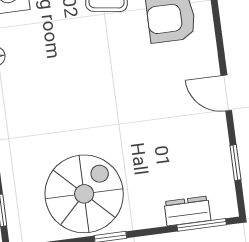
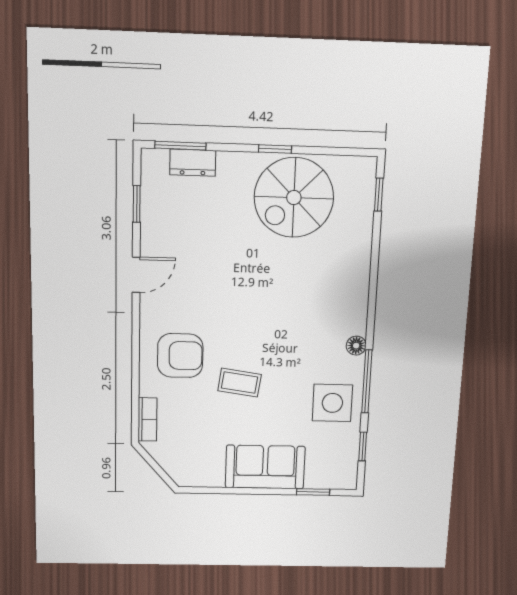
door: (226, 93) -> (136, 275), hinge flipped

